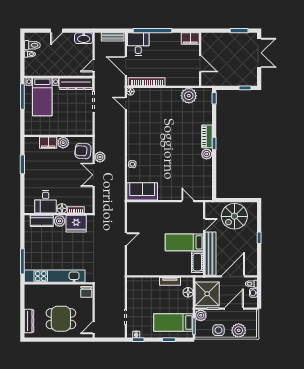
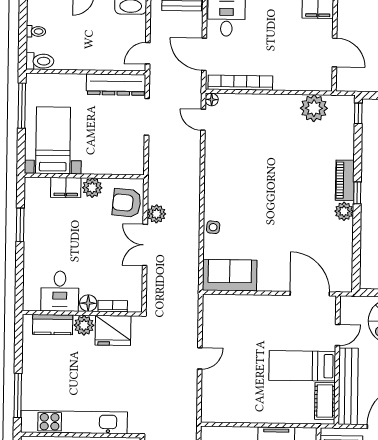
toilet: (32, 45) -> (40, 61), moved
bed with nightstands: (42, 97) -> (53, 140), moved, turned 180
door: (188, 201) -> (310, 294), width x1.87

